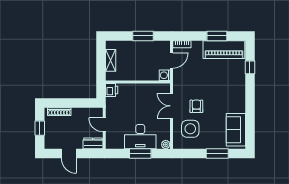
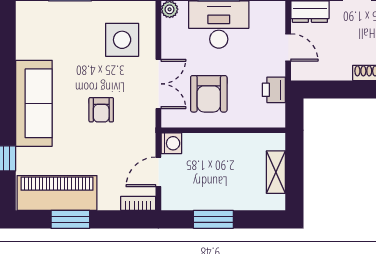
printer: (112, 90) -> (274, 90), moved
armchair: (145, 101) -> (209, 94), added
armchair: (196, 106) -> (101, 110), moved
sofa: (236, 130) -> (34, 103), moved, width x1.36

